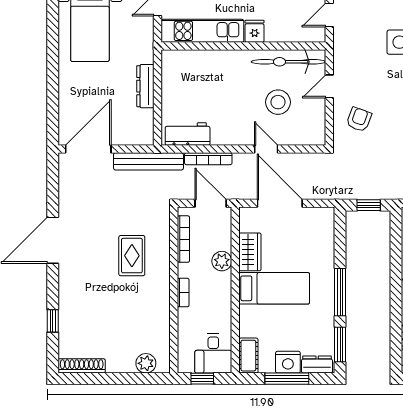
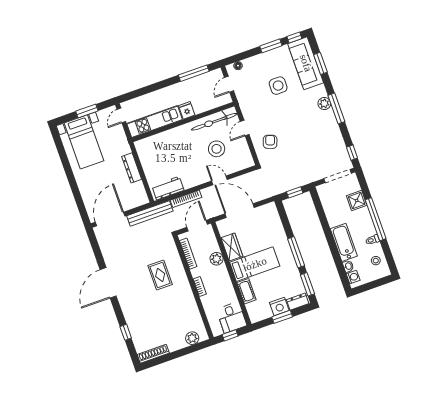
door: (211, 203) -> (197, 226), hinge flipped
cot: (248, 356) -> (246, 291), moved
window: (287, 379) -> (282, 317), width x0.69

